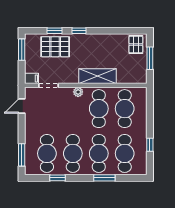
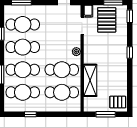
window: (55, 31) -> (130, 16), moved
pallet: (55, 47) -> (107, 20), moved
shelving: (97, 76) -> (90, 80), moved

